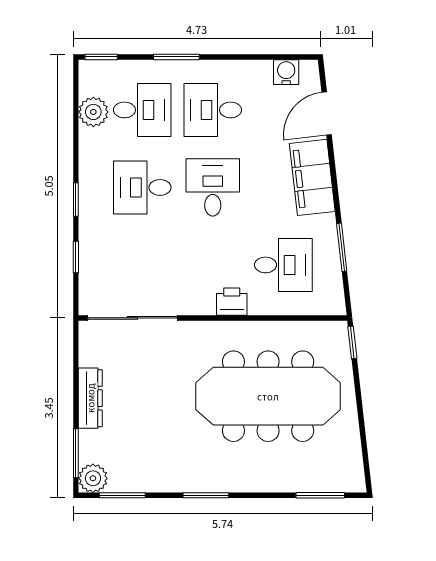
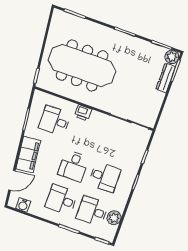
desk: (213, 110) -> (61, 200), turned 180
dresser: (90, 398) -> (166, 78), moved

